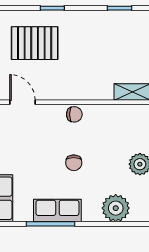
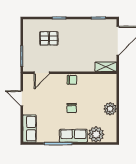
pallet: (35, 43) -> (49, 38), width x0.67, depth x0.71
door: (22, 102) -> (42, 73), swing flipped
row of seats: (57, 211) -> (73, 136), moved

